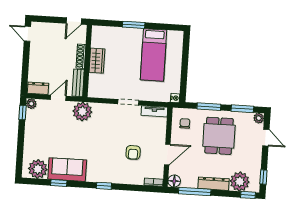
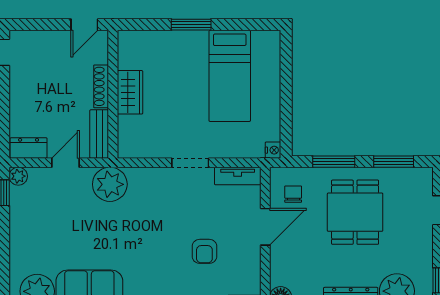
plant: (259, 118) -> (424, 176), removed
door: (167, 154) -> (265, 227), moved

